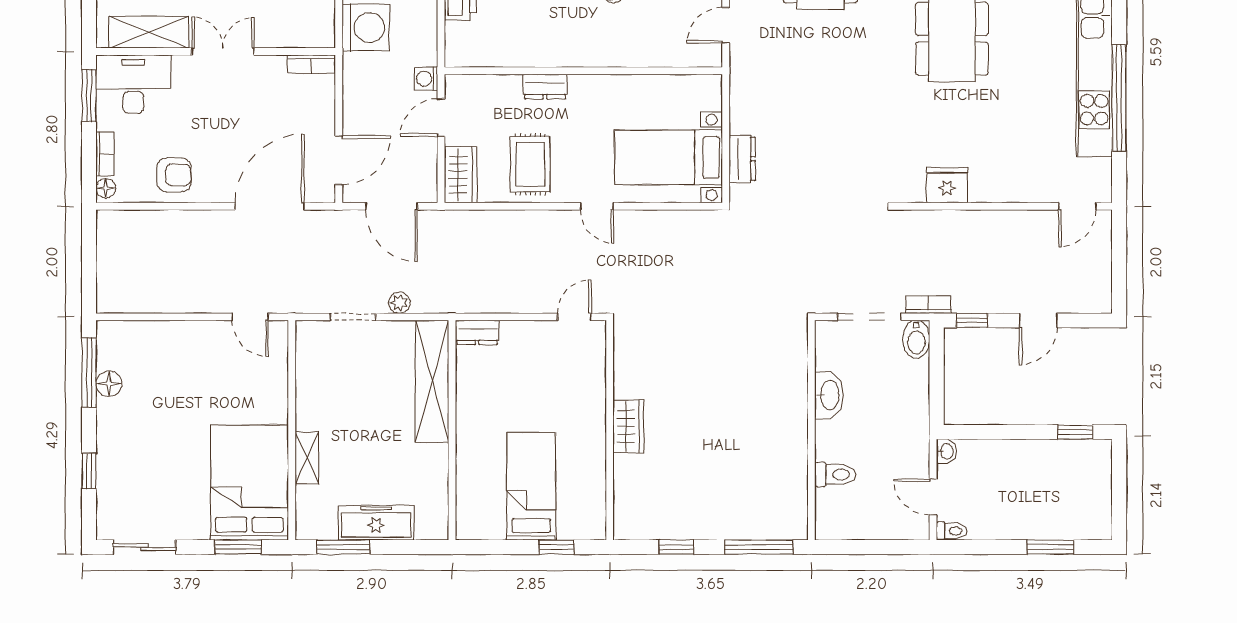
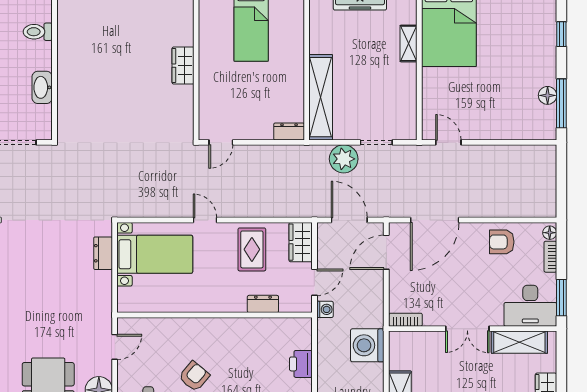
dresser: (545, 87) -> (263, 304), moved
plant: (399, 303) -> (344, 159), width x1.88, depth x1.88

